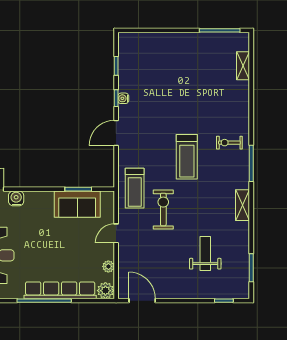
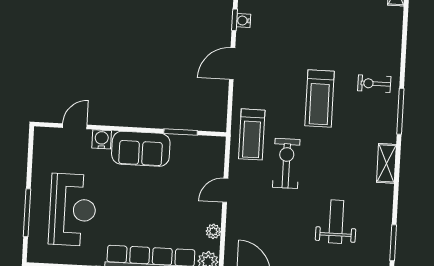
sofa: (77, 204) -> (141, 149), moved

